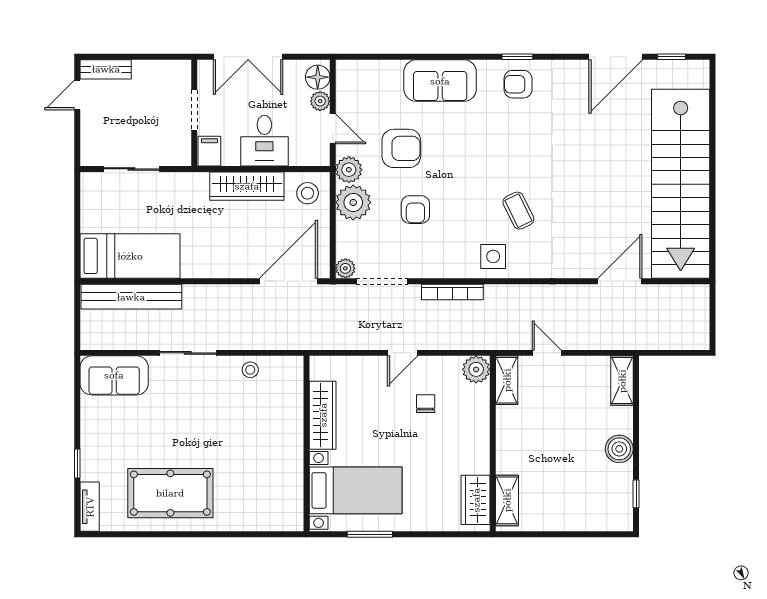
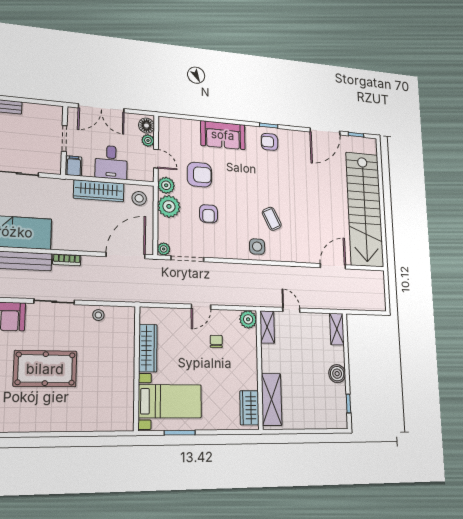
bookcase: (452, 292) -> (67, 260), moved, width x0.64
pool table: (170, 493) -> (45, 369), moved
shelving: (507, 500) -> (272, 399), width x1.50, depth x1.33

